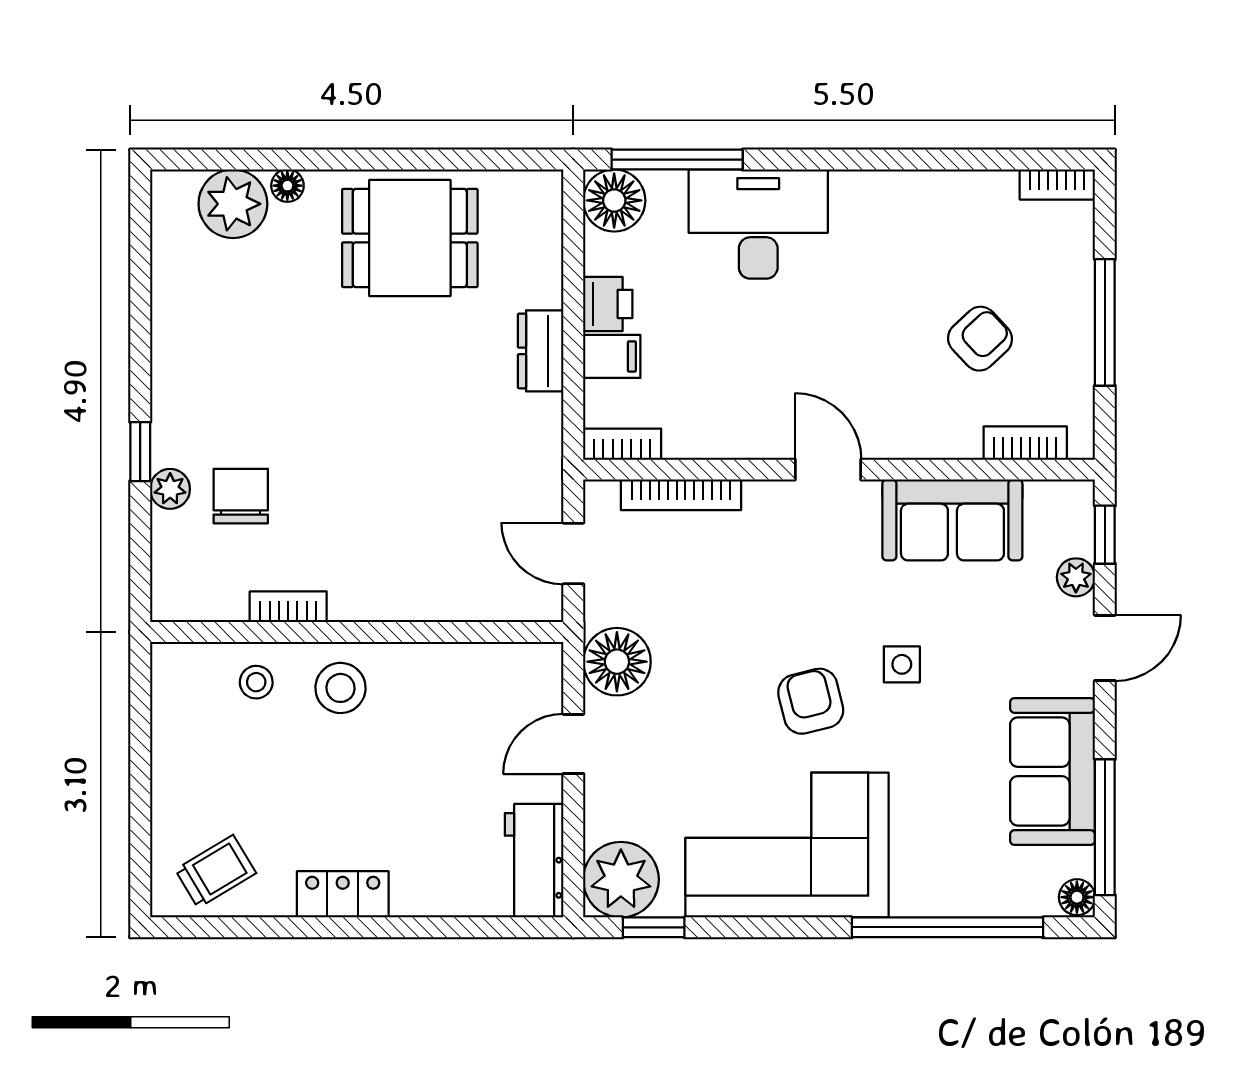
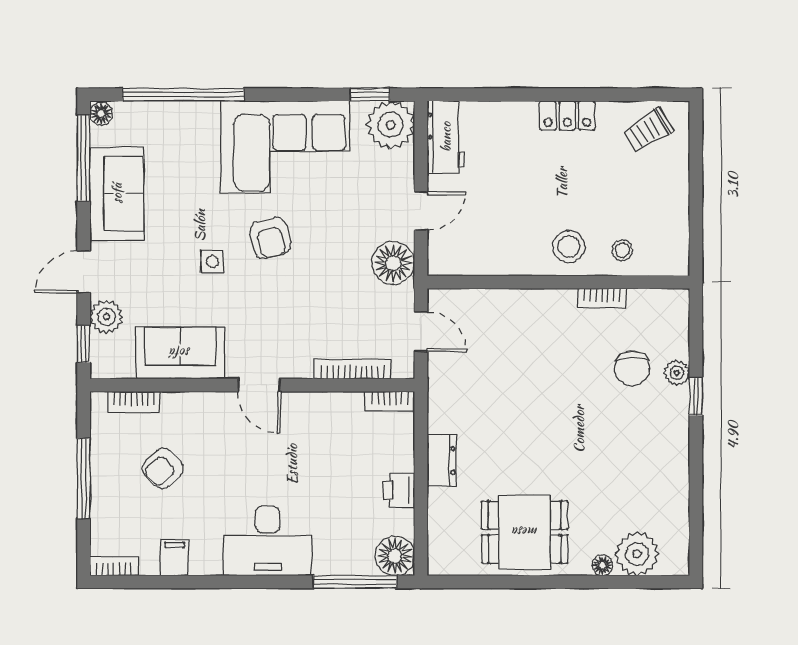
desk: (758, 224) -> (268, 541), moved
filing cabinet: (612, 356) -> (175, 558), moved, turned 90
plant: (1076, 577) -> (106, 317), width x1.38, depth x1.38

